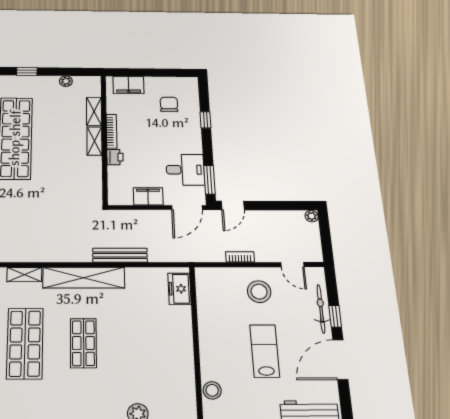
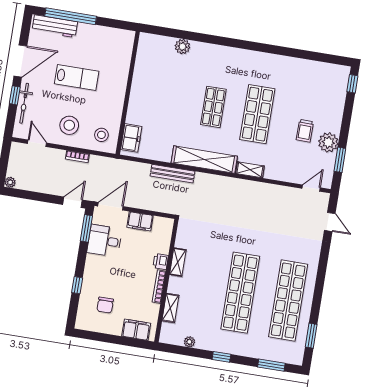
shelving: (94, 141) -> (178, 262), moved
lab bench: (265, 351) -> (77, 77), turned -90
stool: (212, 390) -> (101, 135), moved

